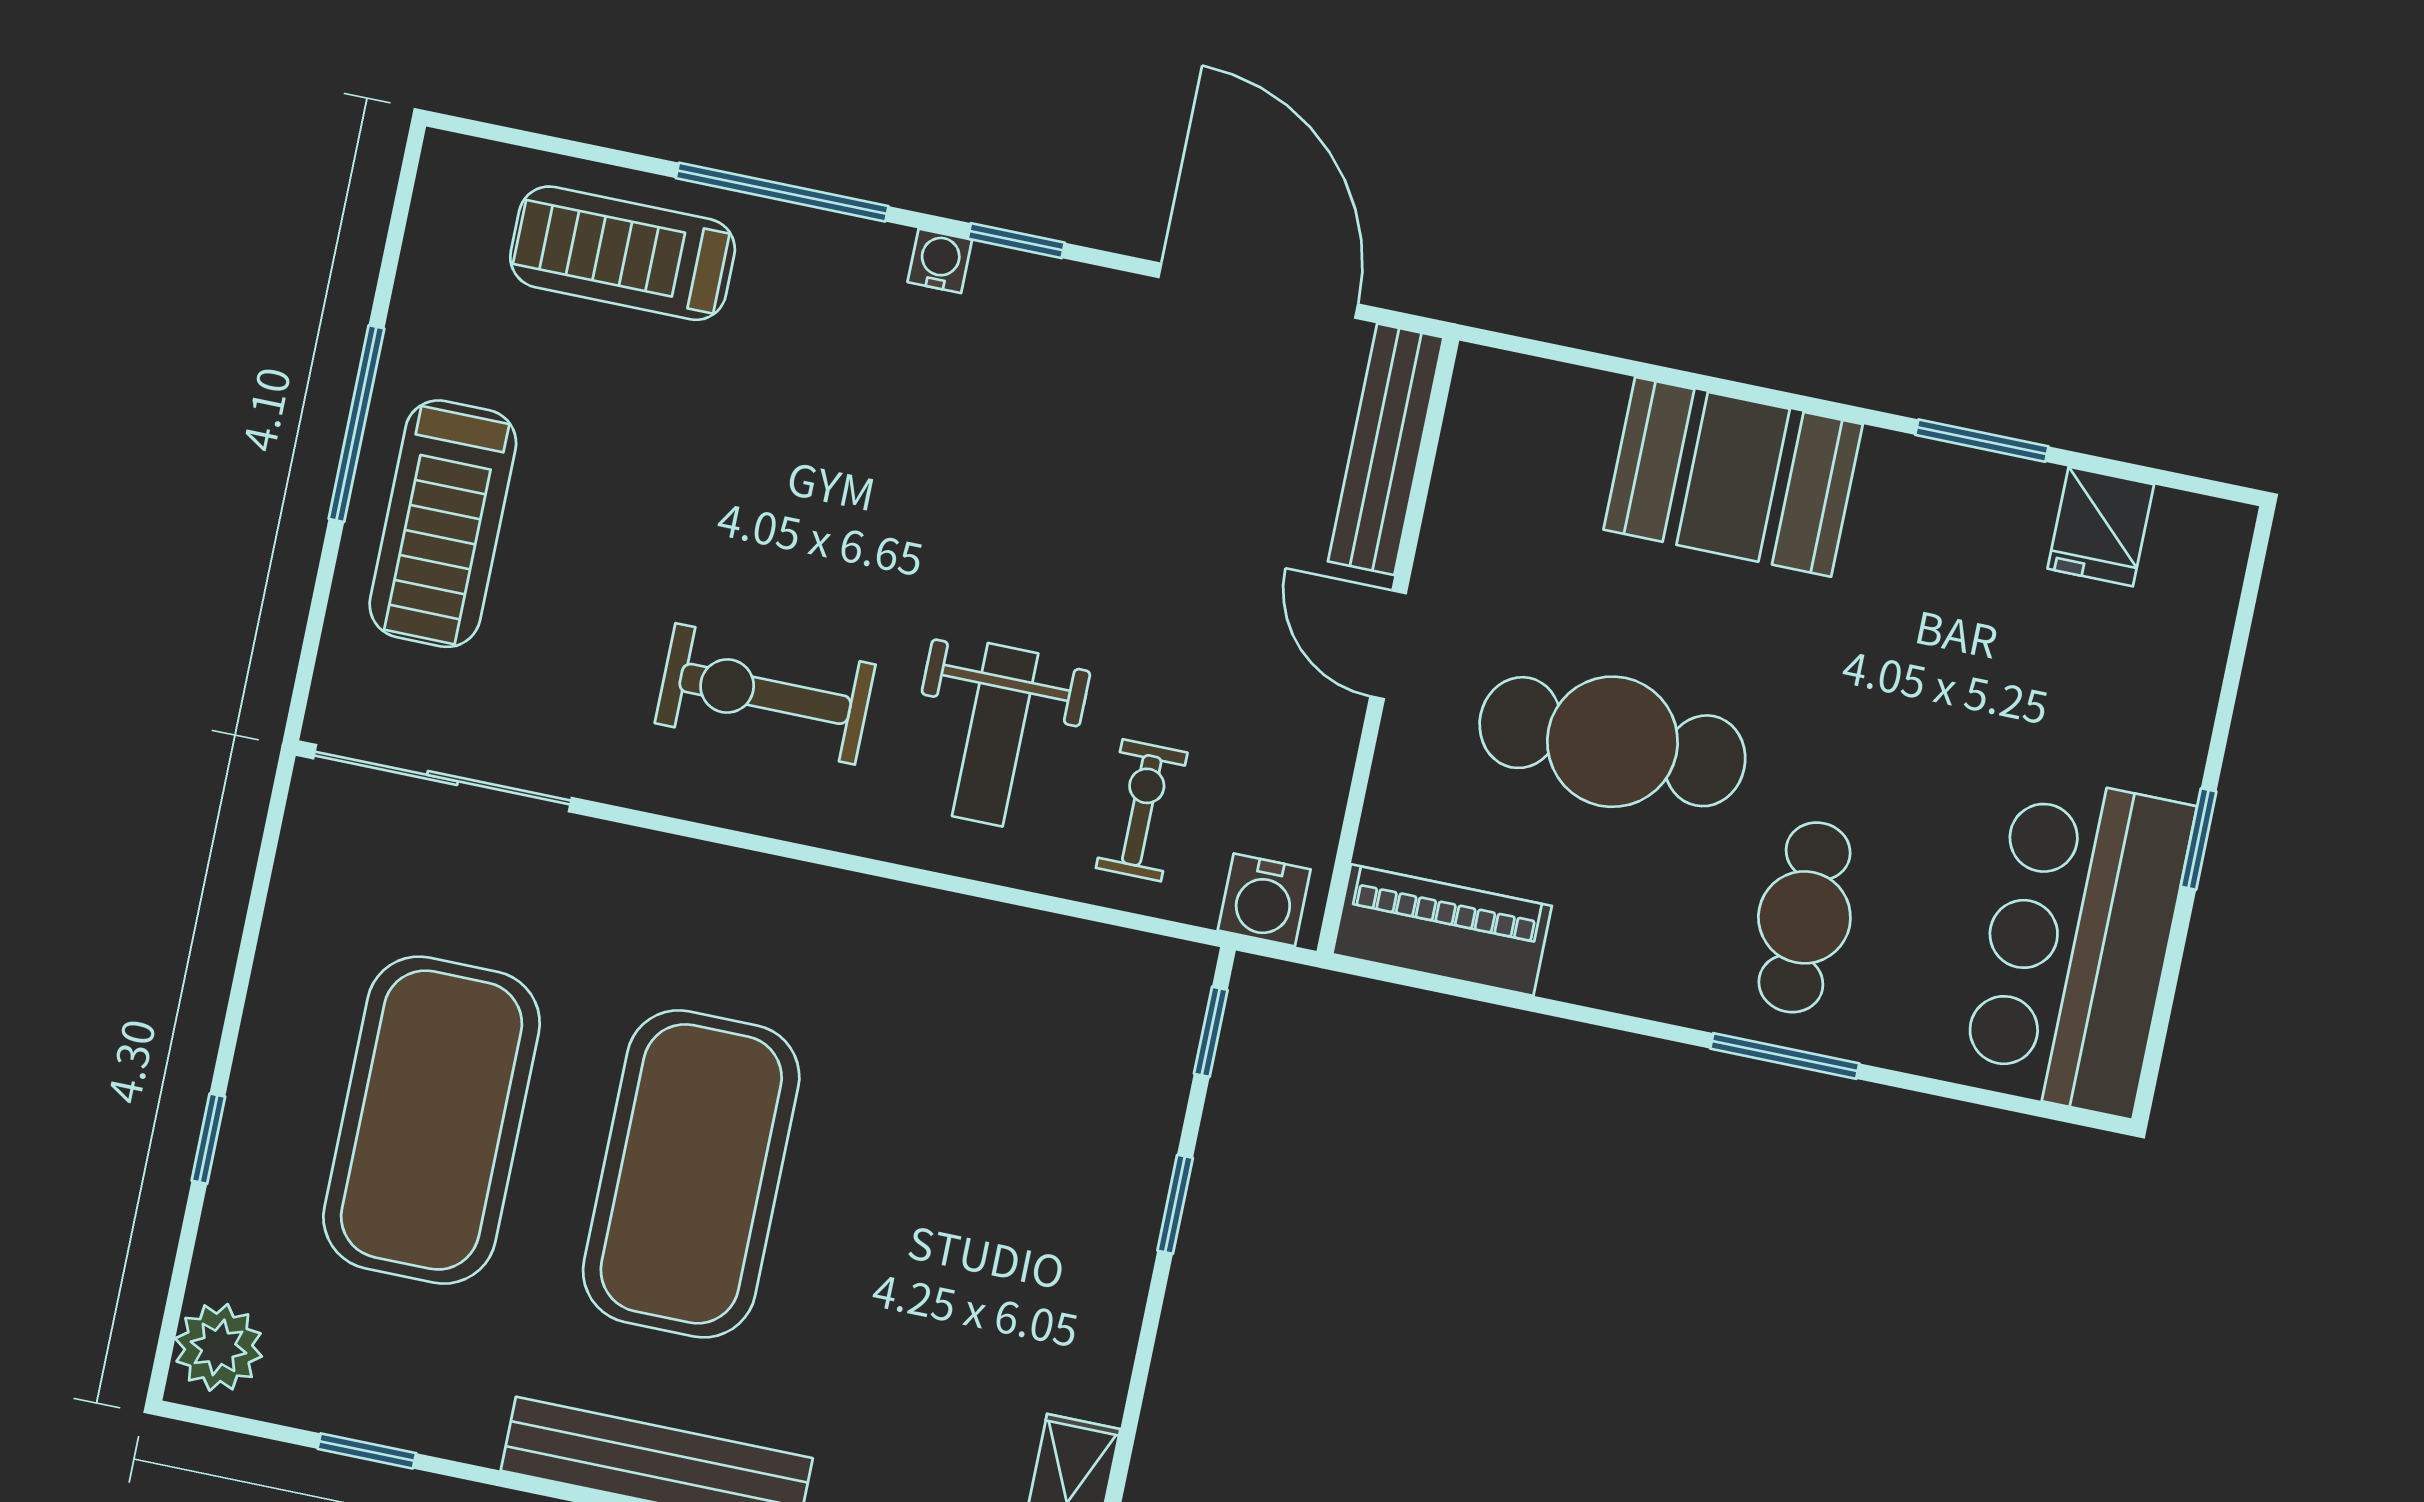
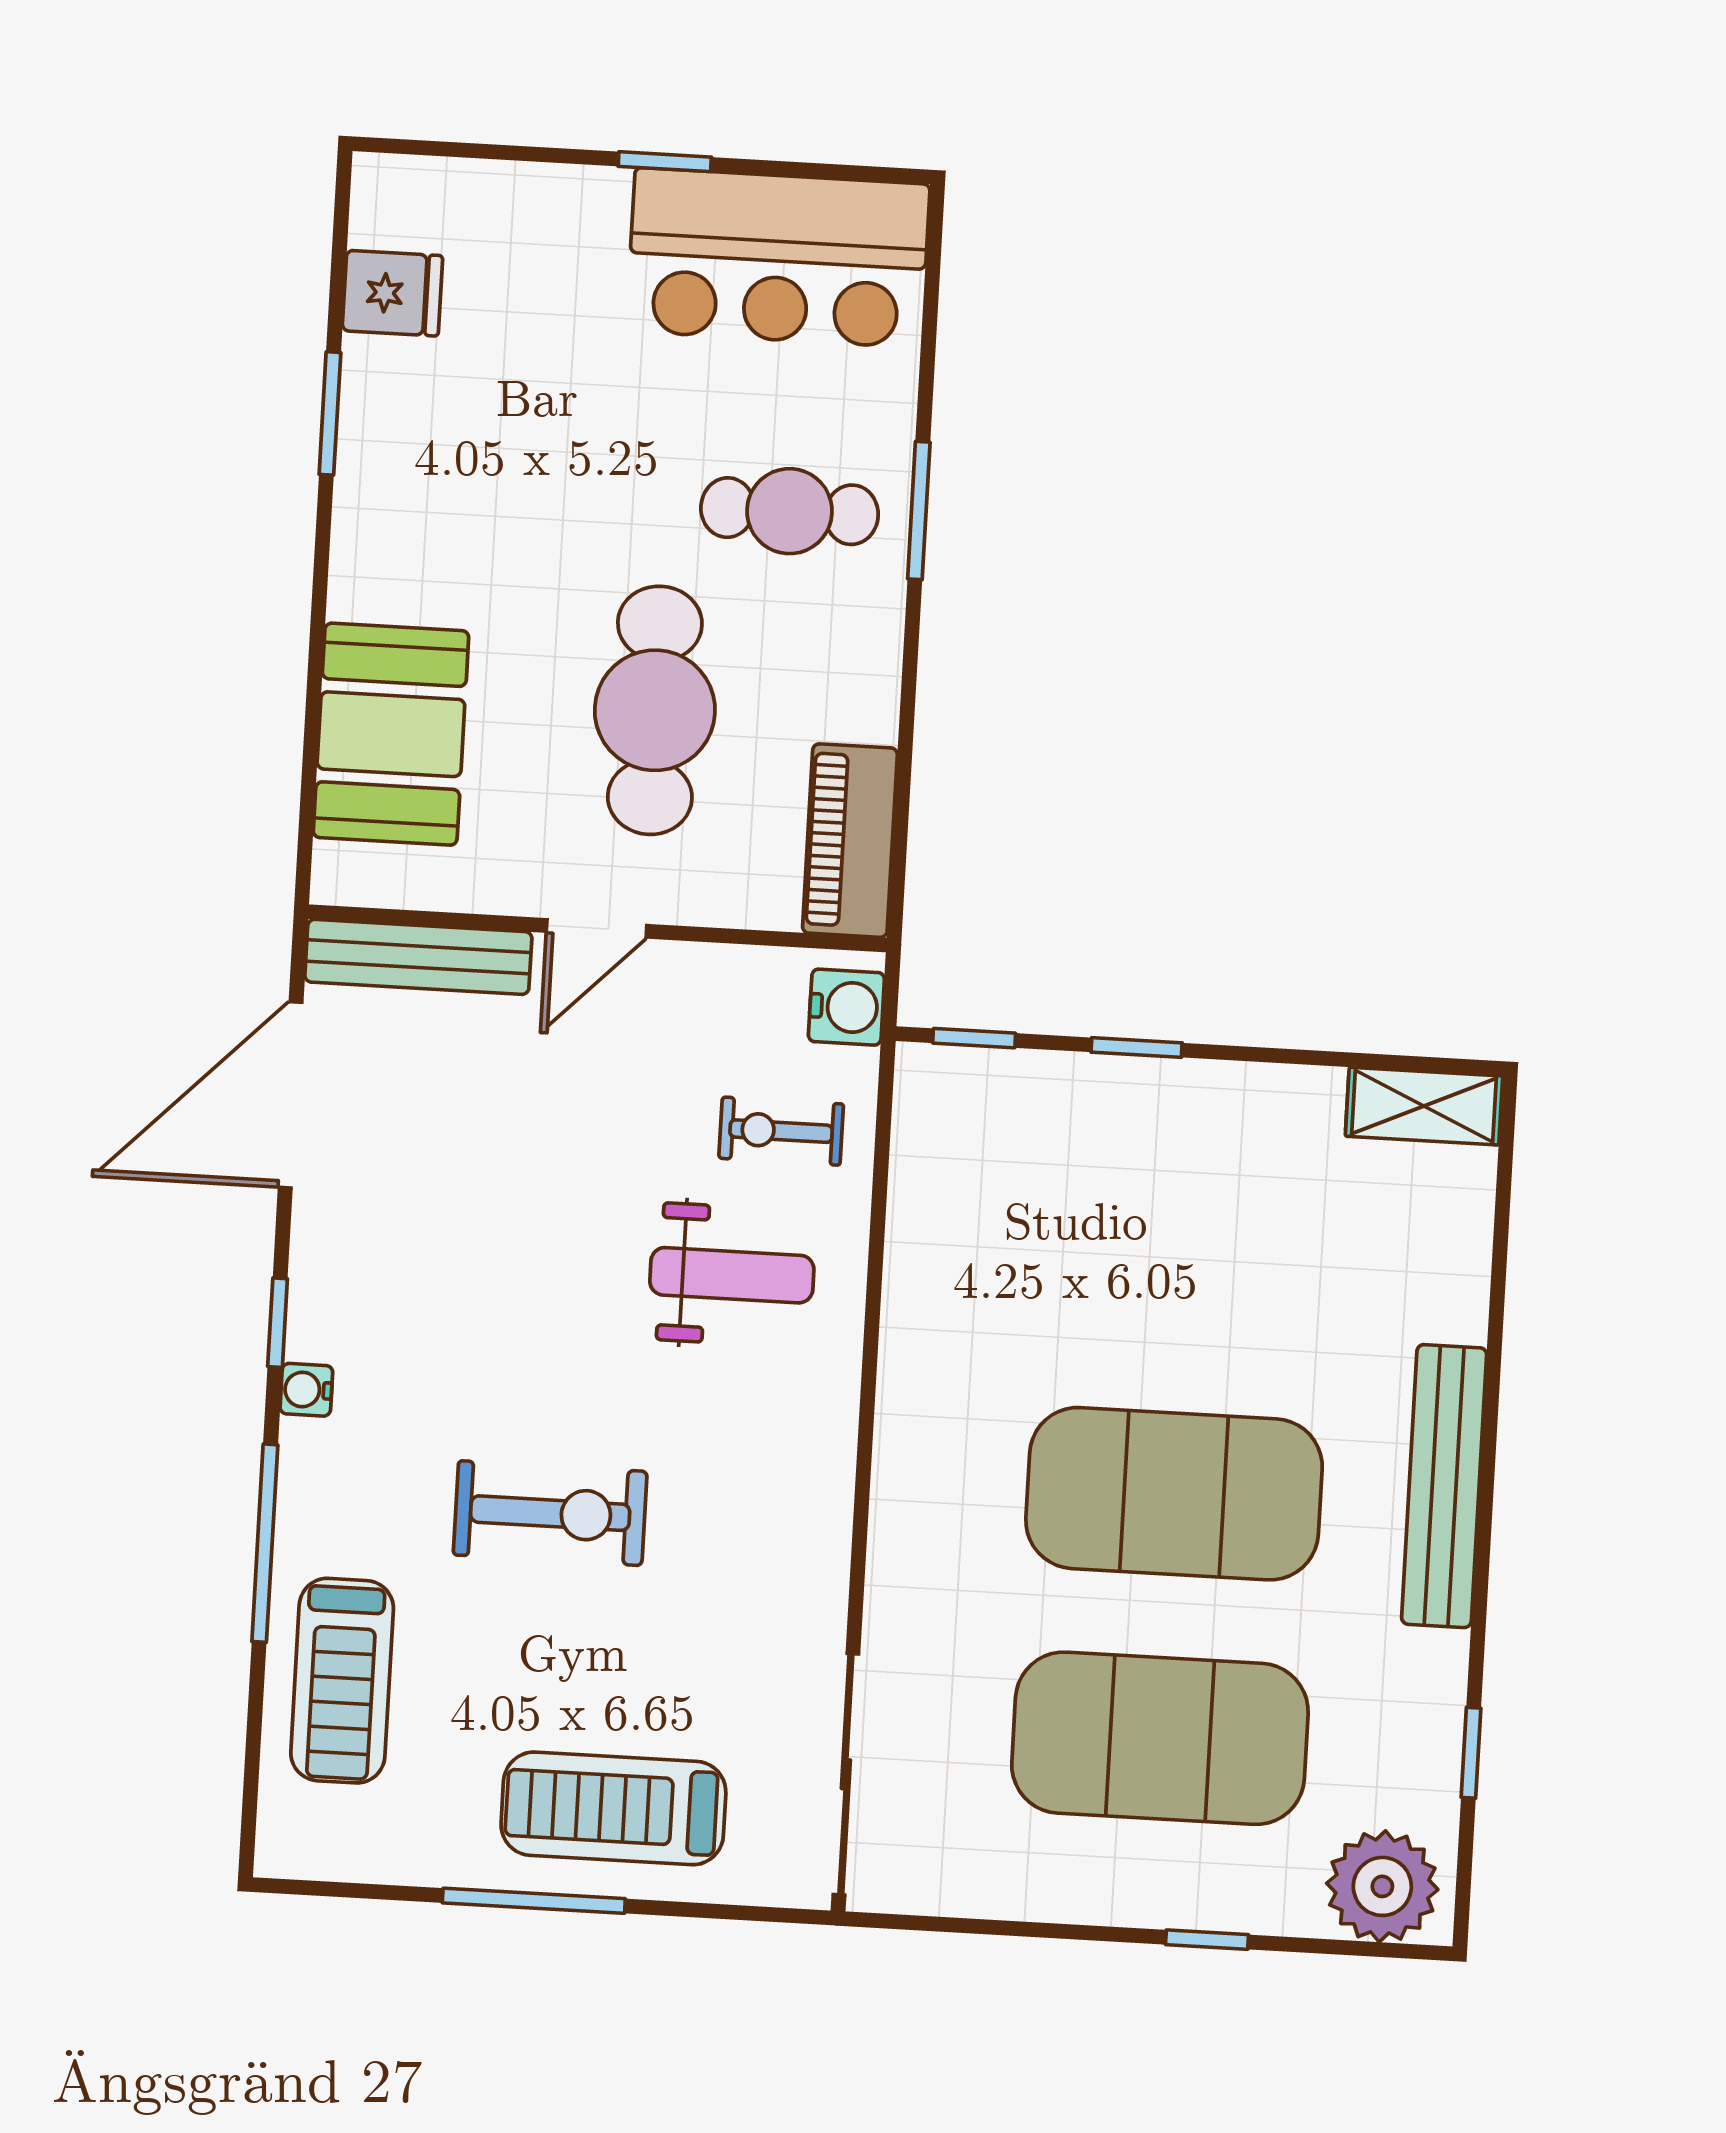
booth: (1733, 477) -> (391, 734), moved
treadmill: (443, 524) -> (613, 1808), turned 180
exercise bike: (765, 694) -> (550, 1513), moved, turned -90
plant: (219, 1347) -> (1382, 1886), width x1.36, depth x1.36

